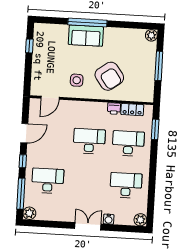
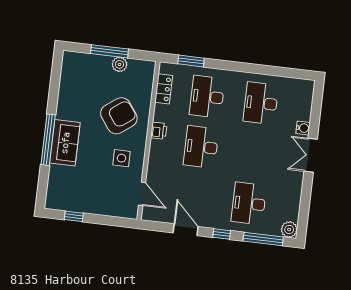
plant: (151, 35) -> (120, 64), moved
printer: (114, 108) -> (159, 131), moved
plant: (140, 220) -> (306, 87), removed

